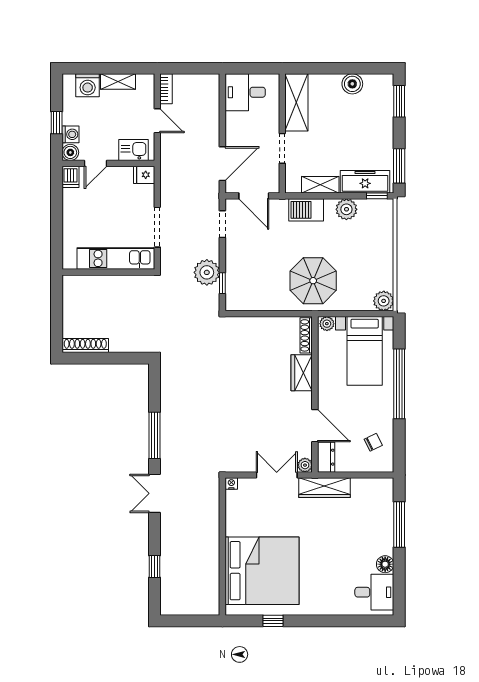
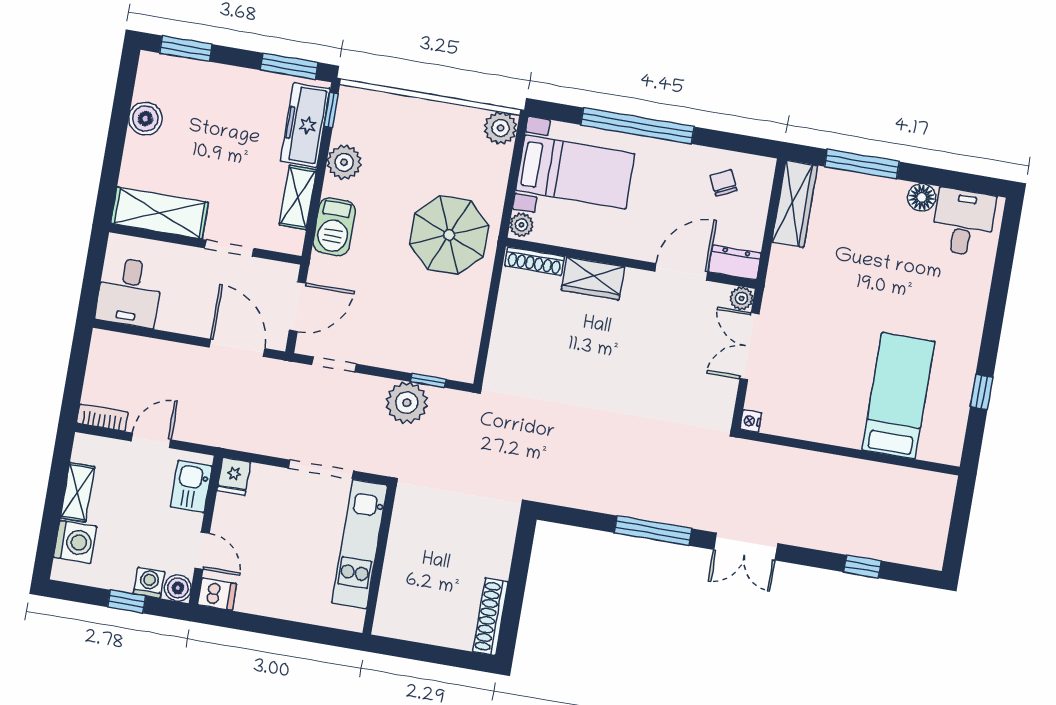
wardrobe: (324, 488) -> (795, 204), moved
bed: (262, 571) -> (898, 396), width x0.49

